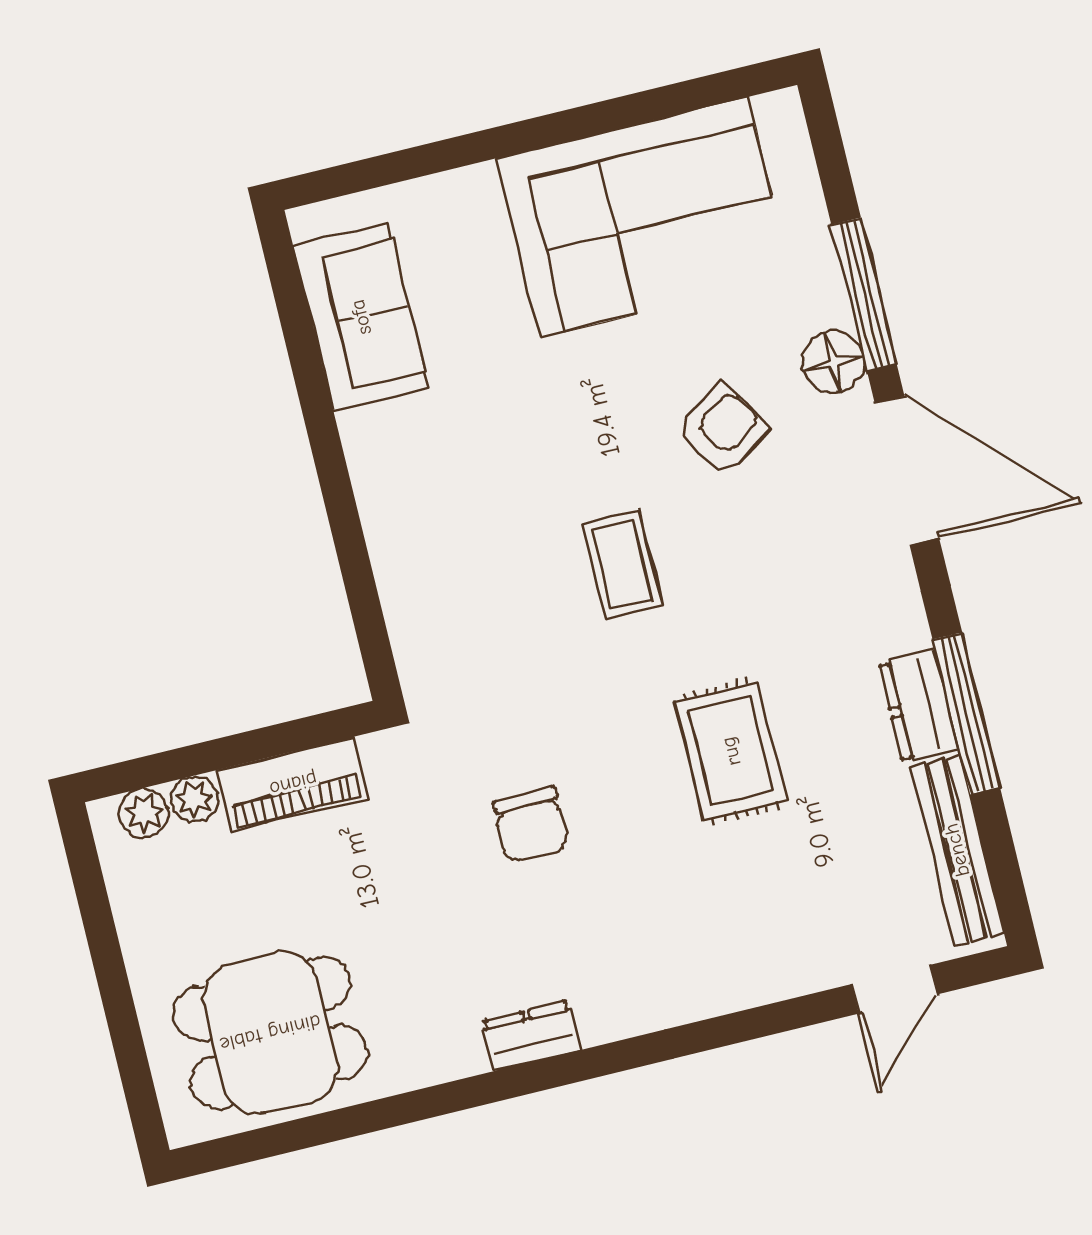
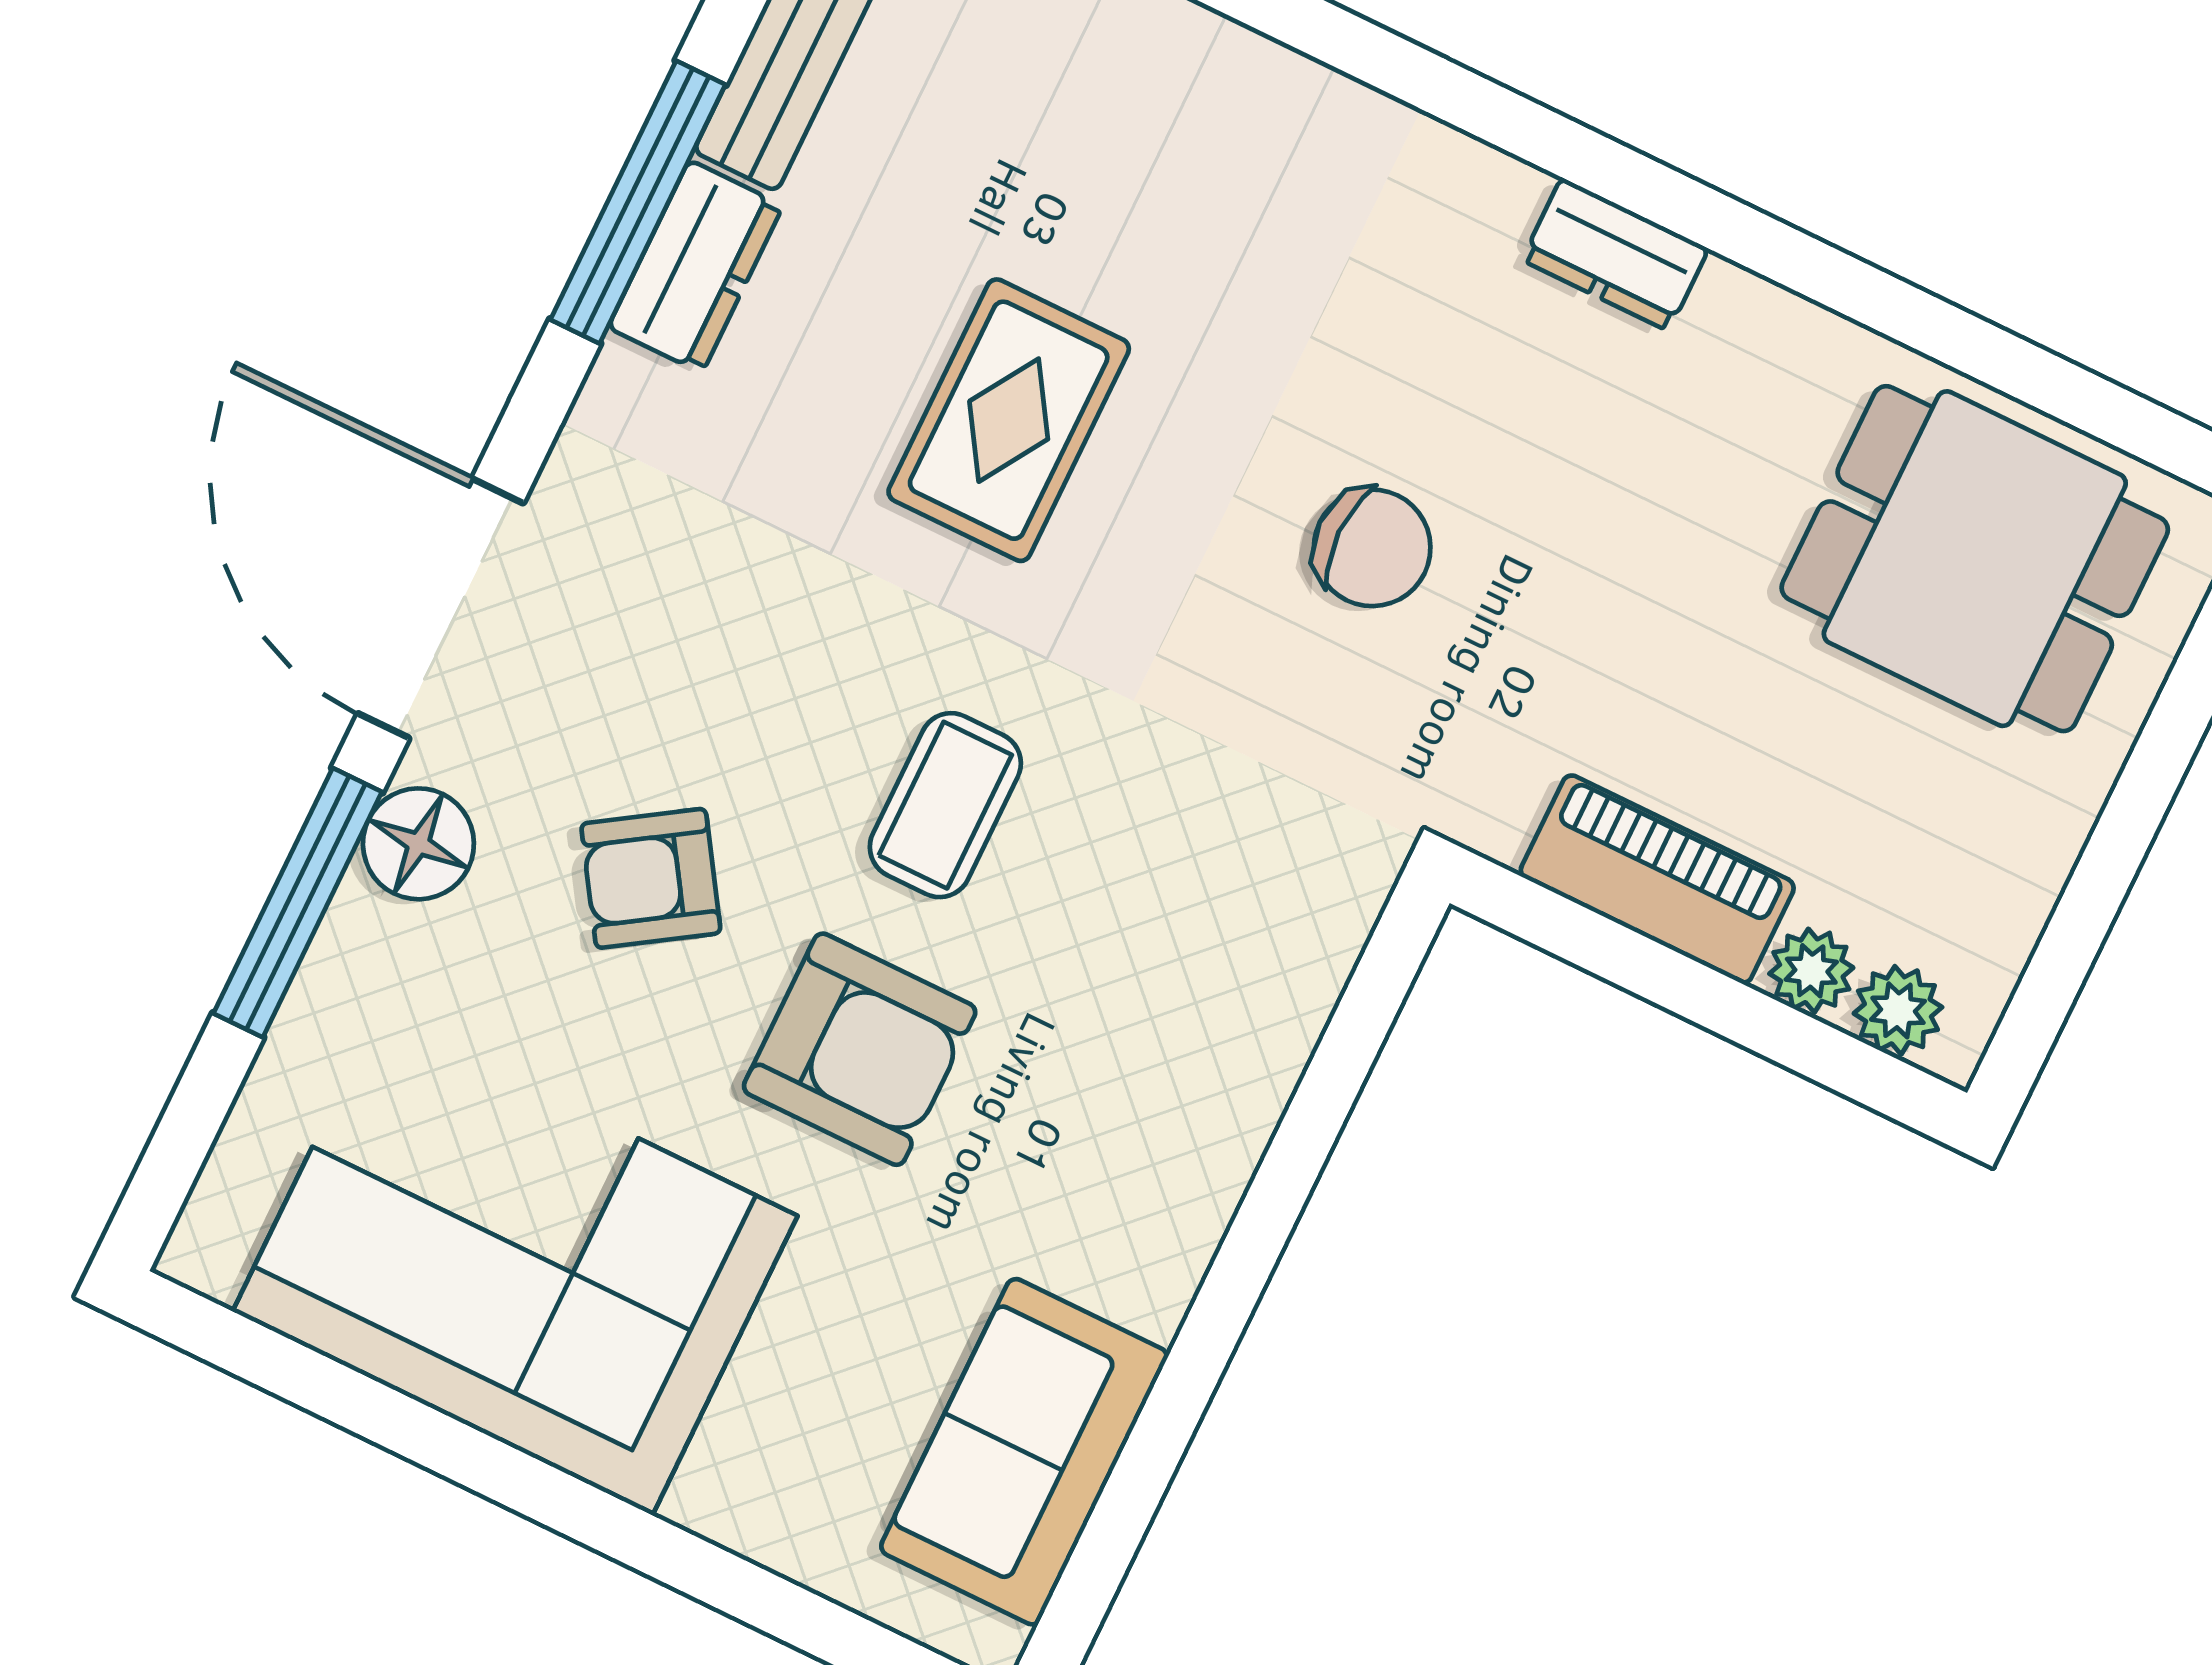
armchair: (573, 430) -> (860, 1049), added
chair: (531, 825) -> (1372, 548), turned 90

